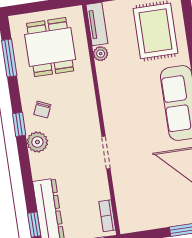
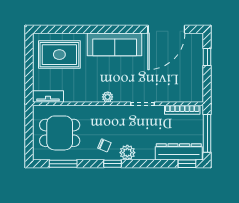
plant: (101, 54) -> (108, 97), moved
bookcase: (107, 216) -> (182, 110), width x1.56

